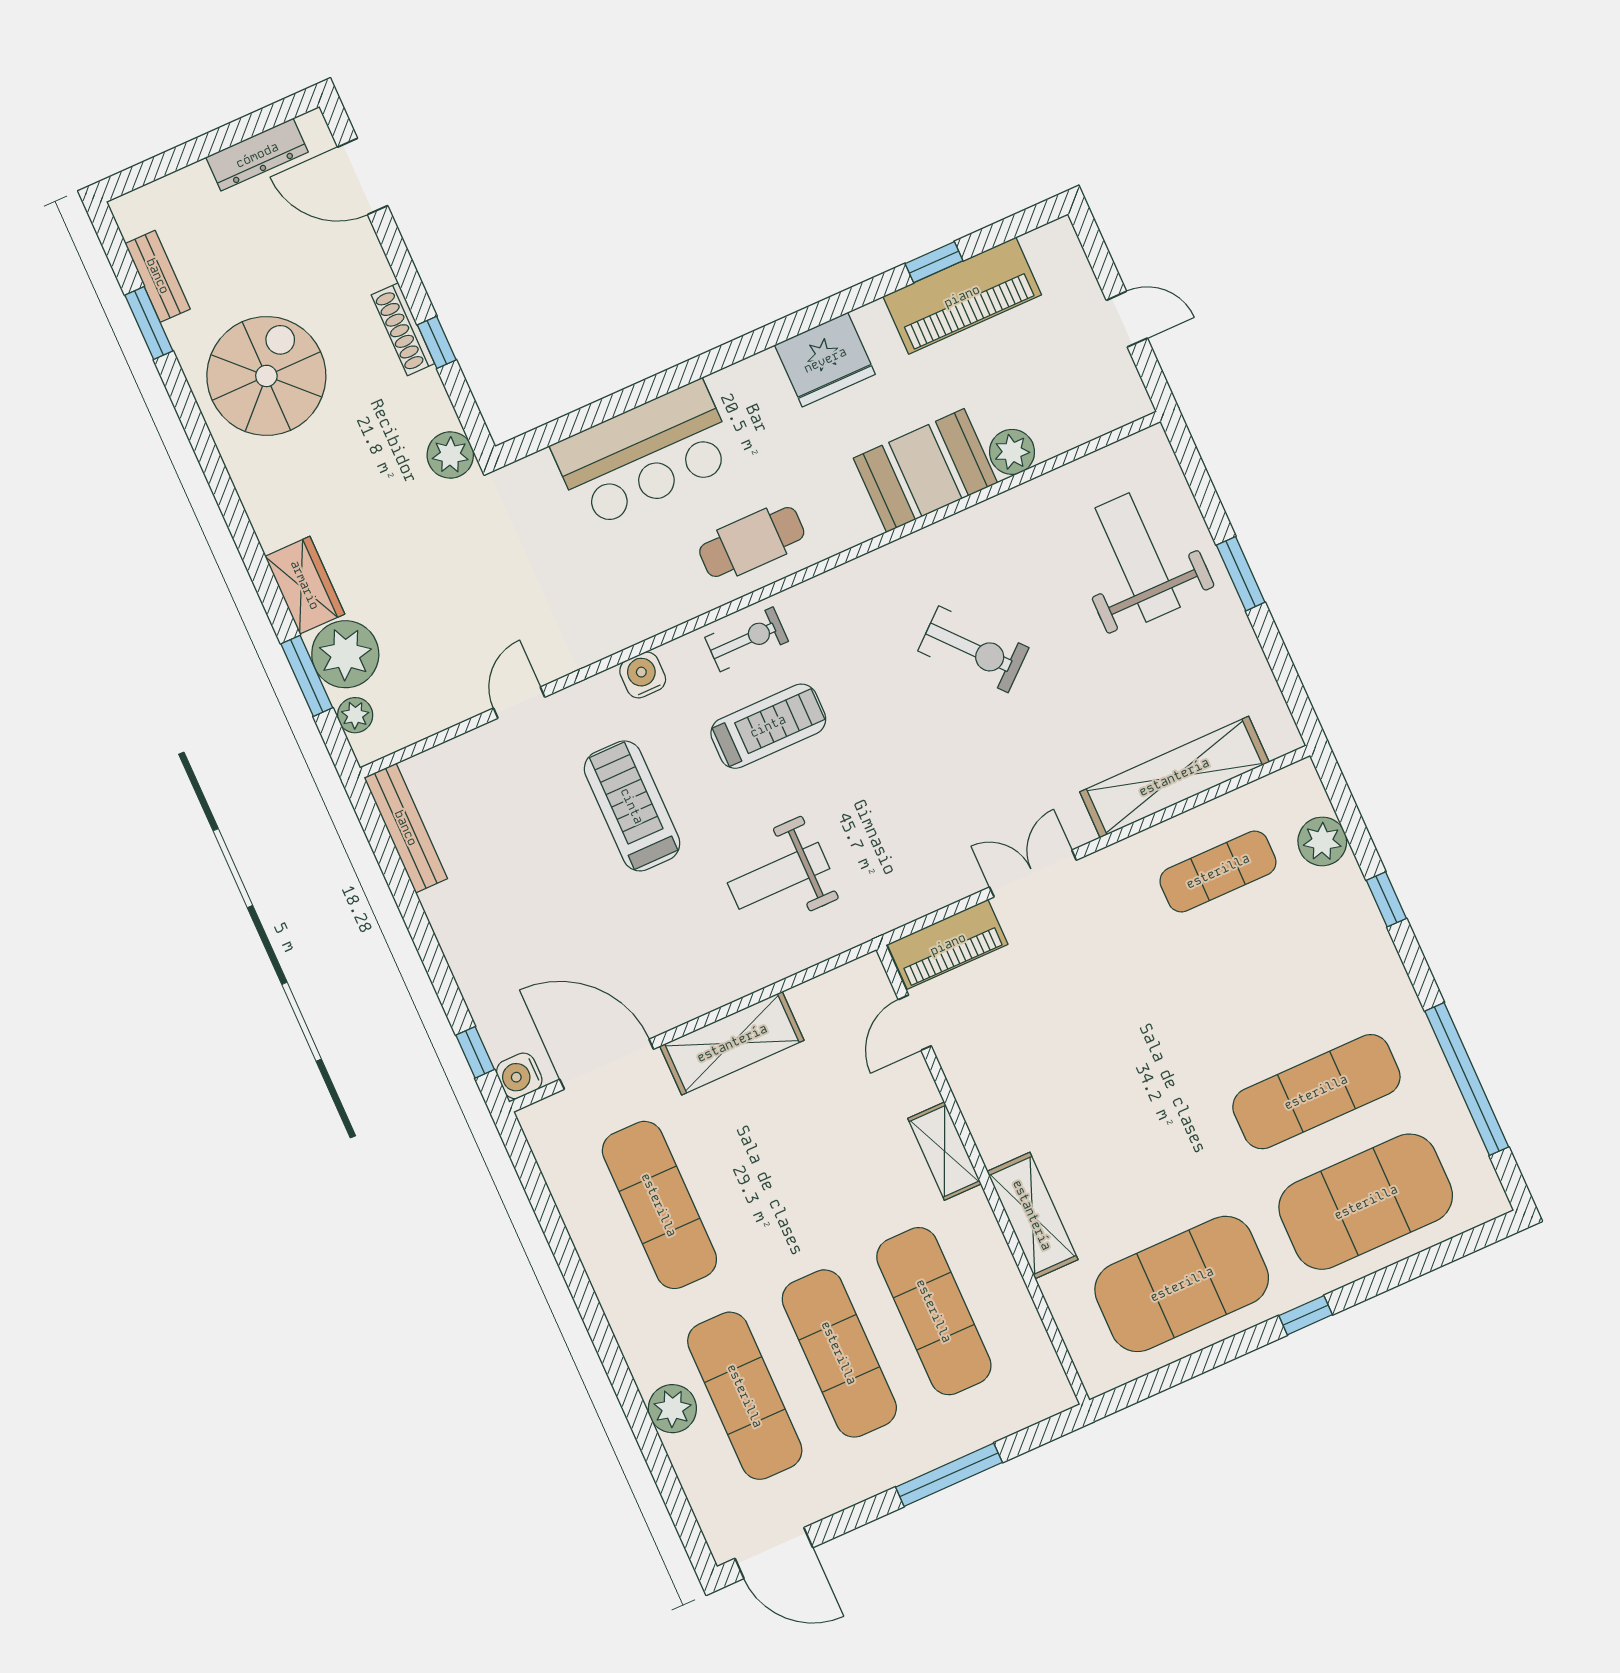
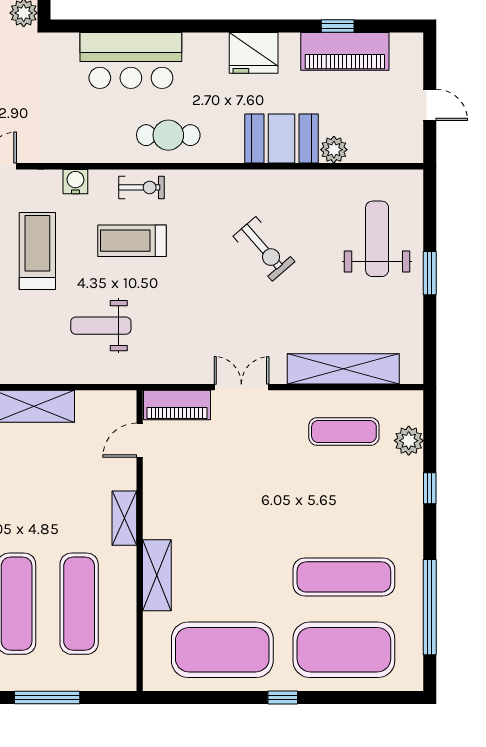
treadmill: (768, 726) -> (132, 241), turned 180

